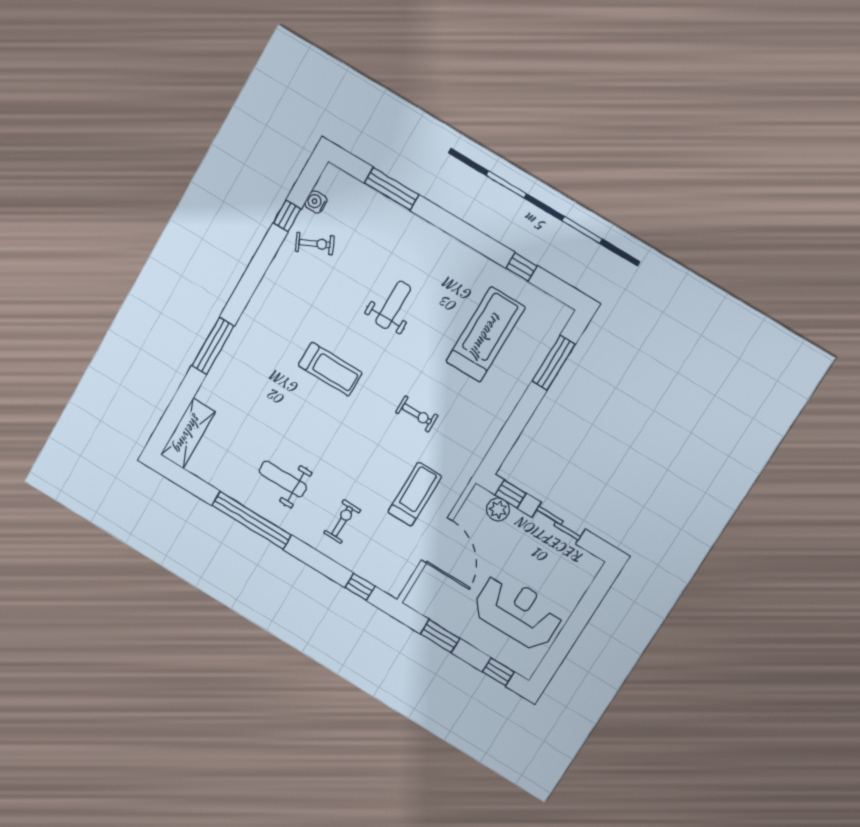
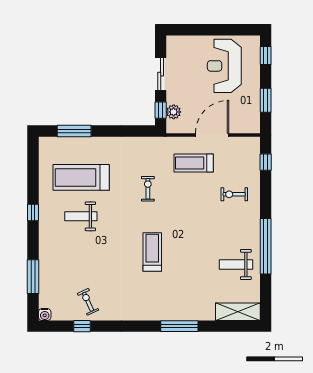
water cooler: (316, 202) -> (45, 314), moved
window: (522, 267) -> (33, 212), moved
weight bench: (393, 305) -> (81, 216), moved
weight bench: (283, 479) -> (236, 264), moved, turned 90

